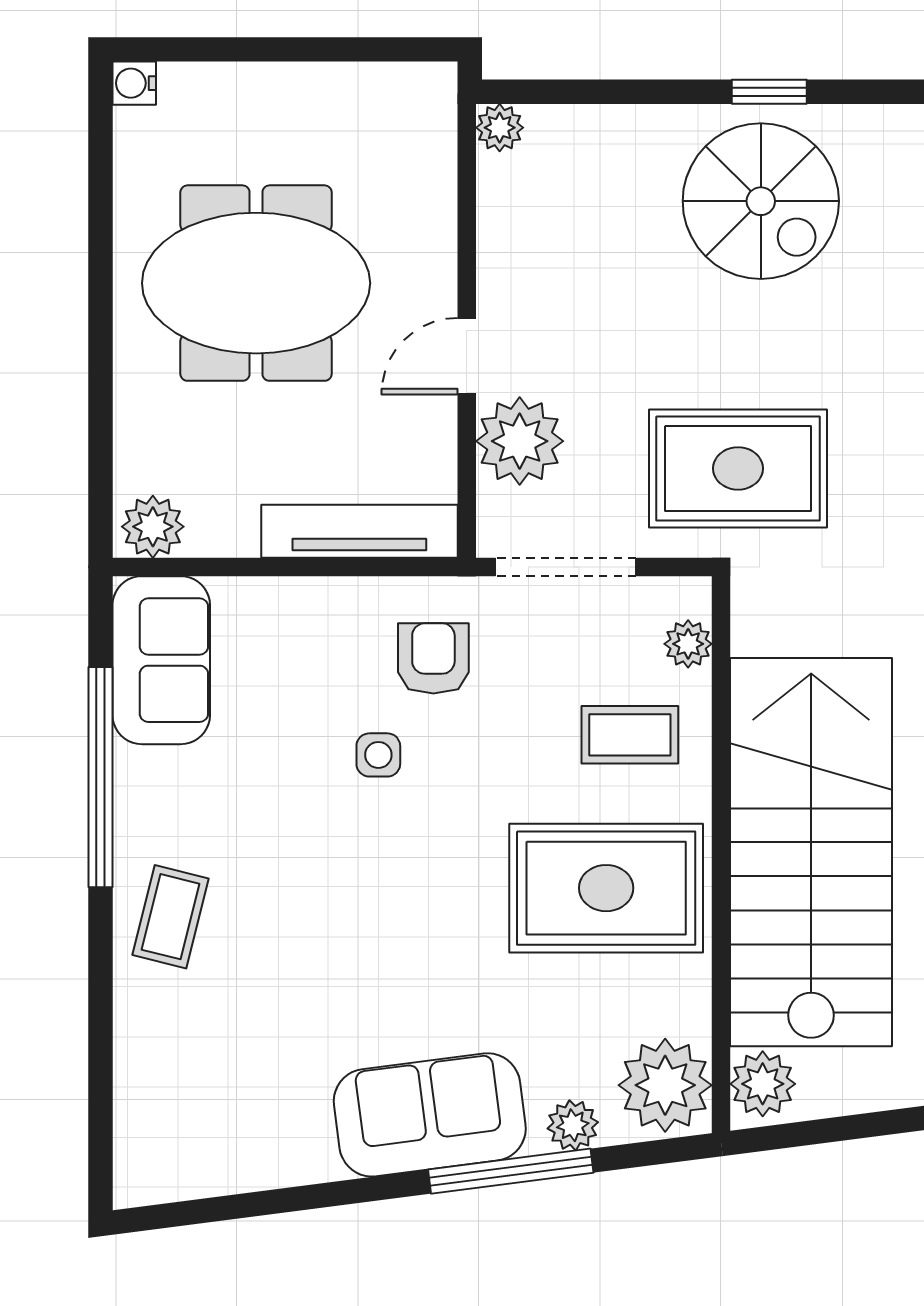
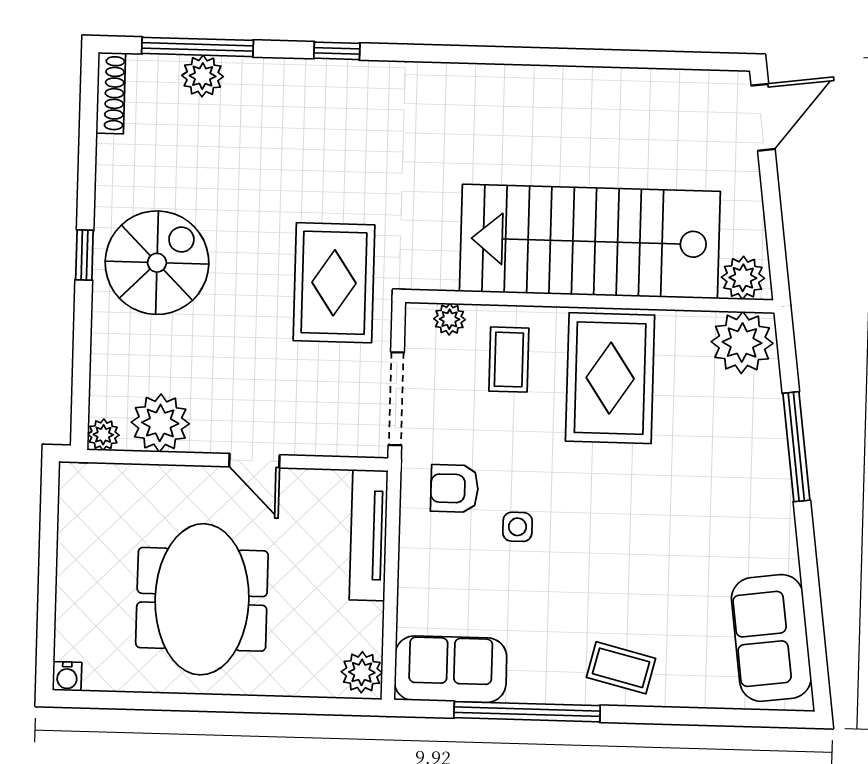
plant: (520, 441) -> (160, 423), moved
sofa: (430, 1115) -> (771, 638), moved
plant: (573, 1125) -> (767, 405), removed

